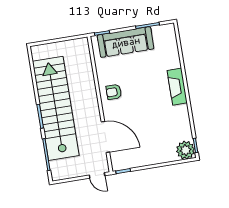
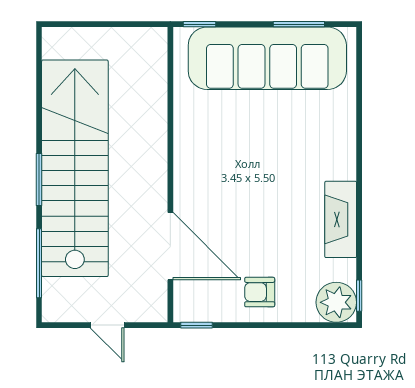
sofa: (126, 42) -> (267, 58), width x1.36, depth x1.27
fireplace: (177, 87) -> (341, 219), moved
armchair: (114, 92) -> (260, 292), moved
door: (97, 175) -> (107, 325), moved

